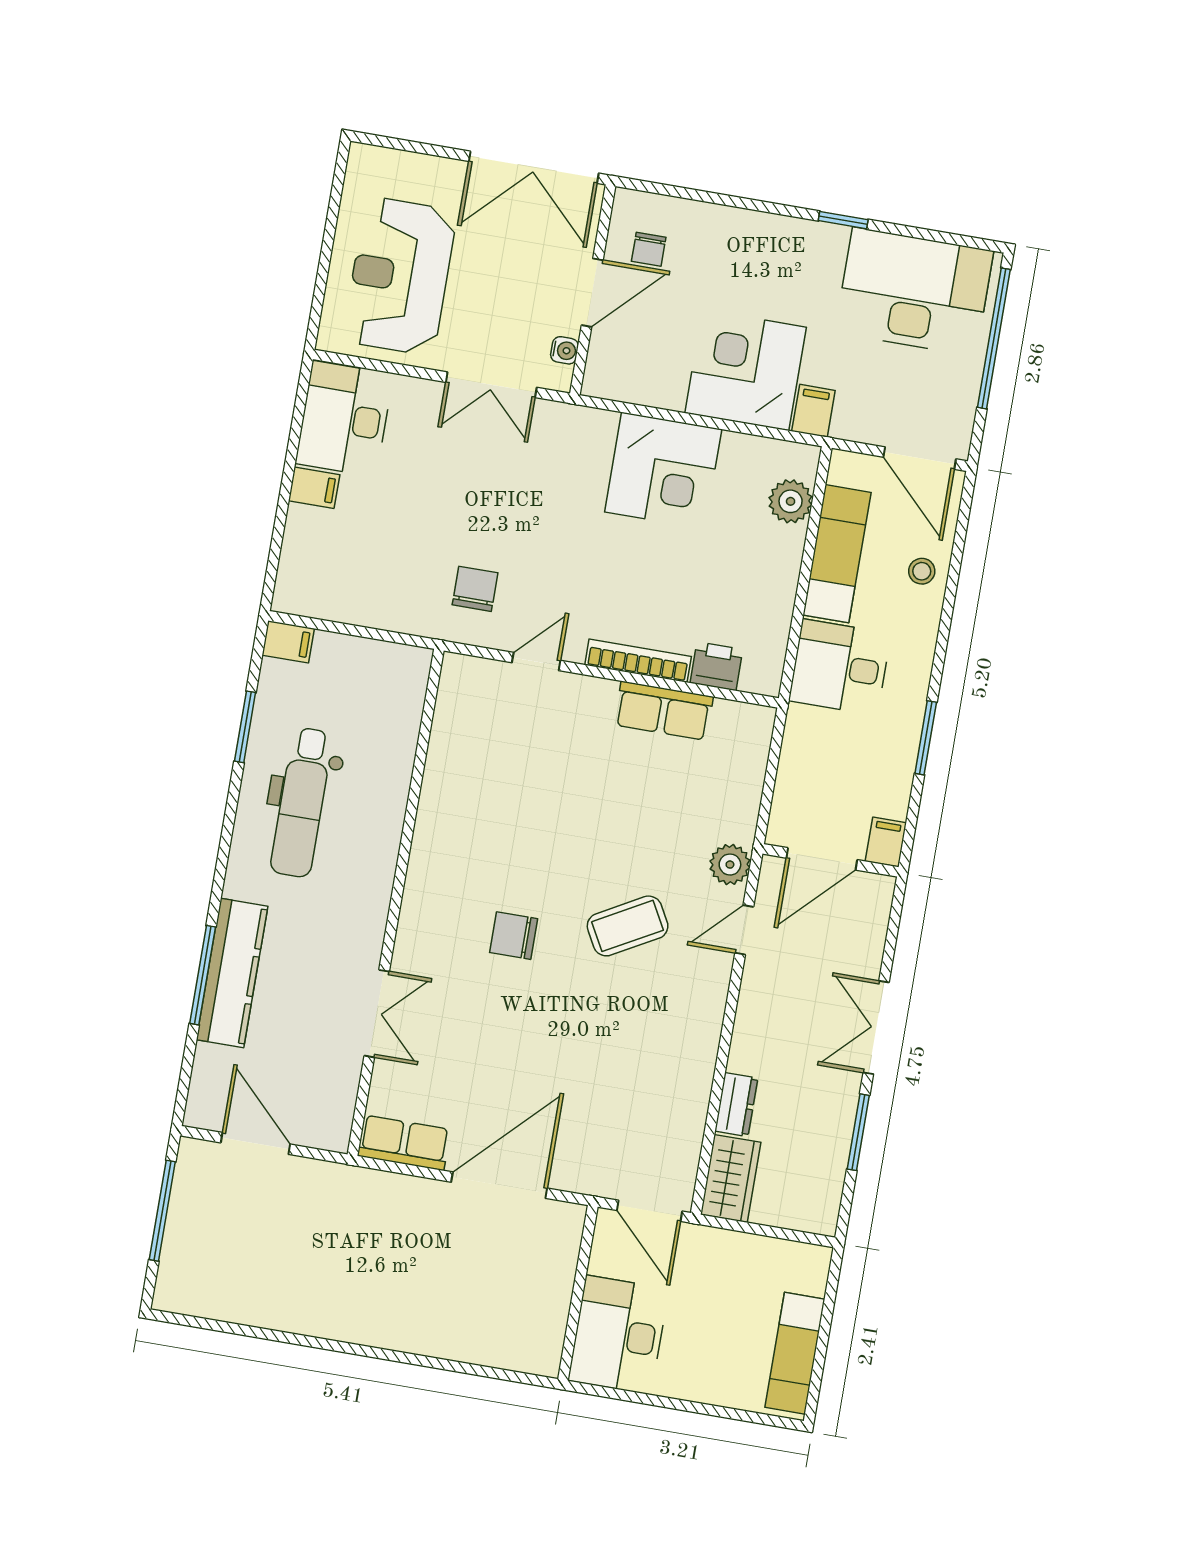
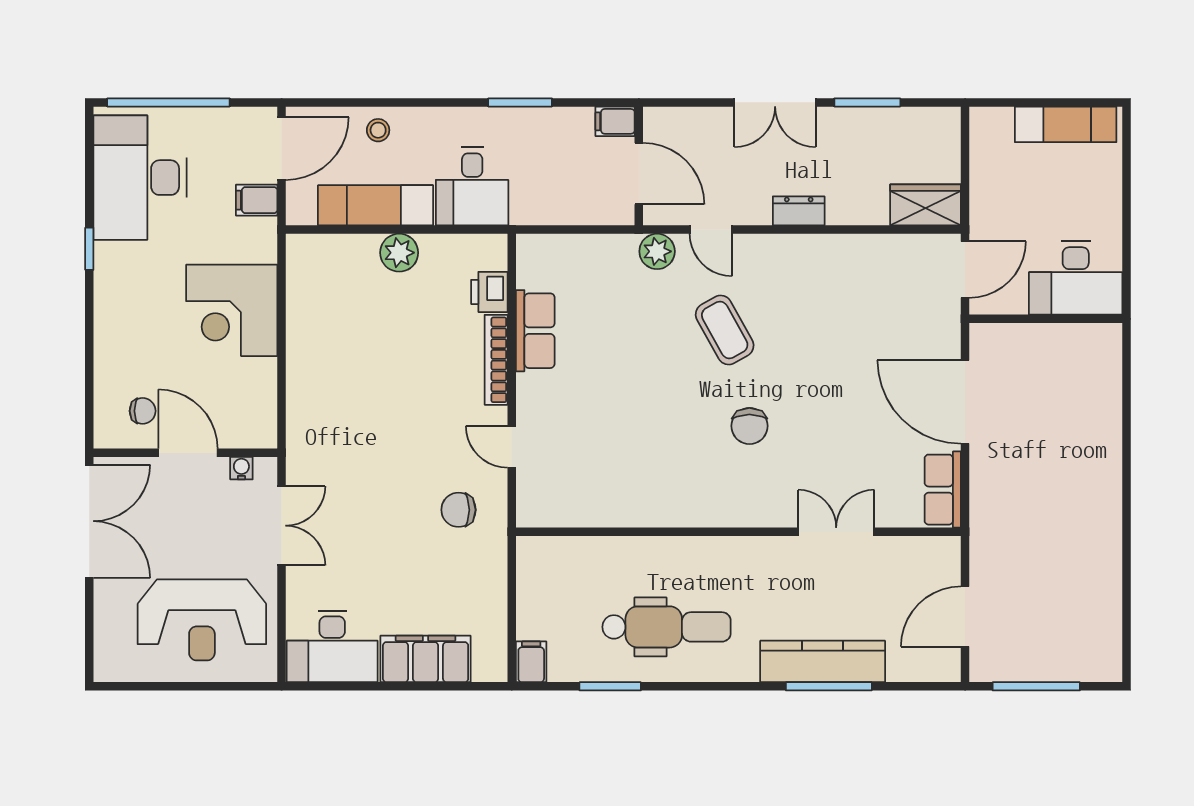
filing cabinet: (813, 411) -> (257, 200), moved
corner desk: (663, 471) -> (330, 366), removed
filing cabinet: (314, 488) -> (426, 659), width x3.00, depth x1.17
plant: (791, 501) -> (399, 253), moved
dresser: (736, 1105) -> (799, 211), moved

